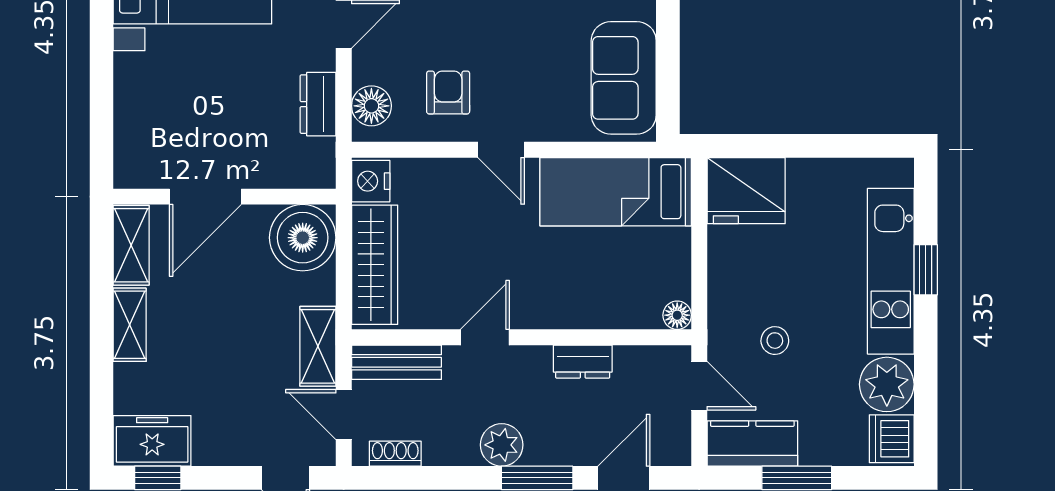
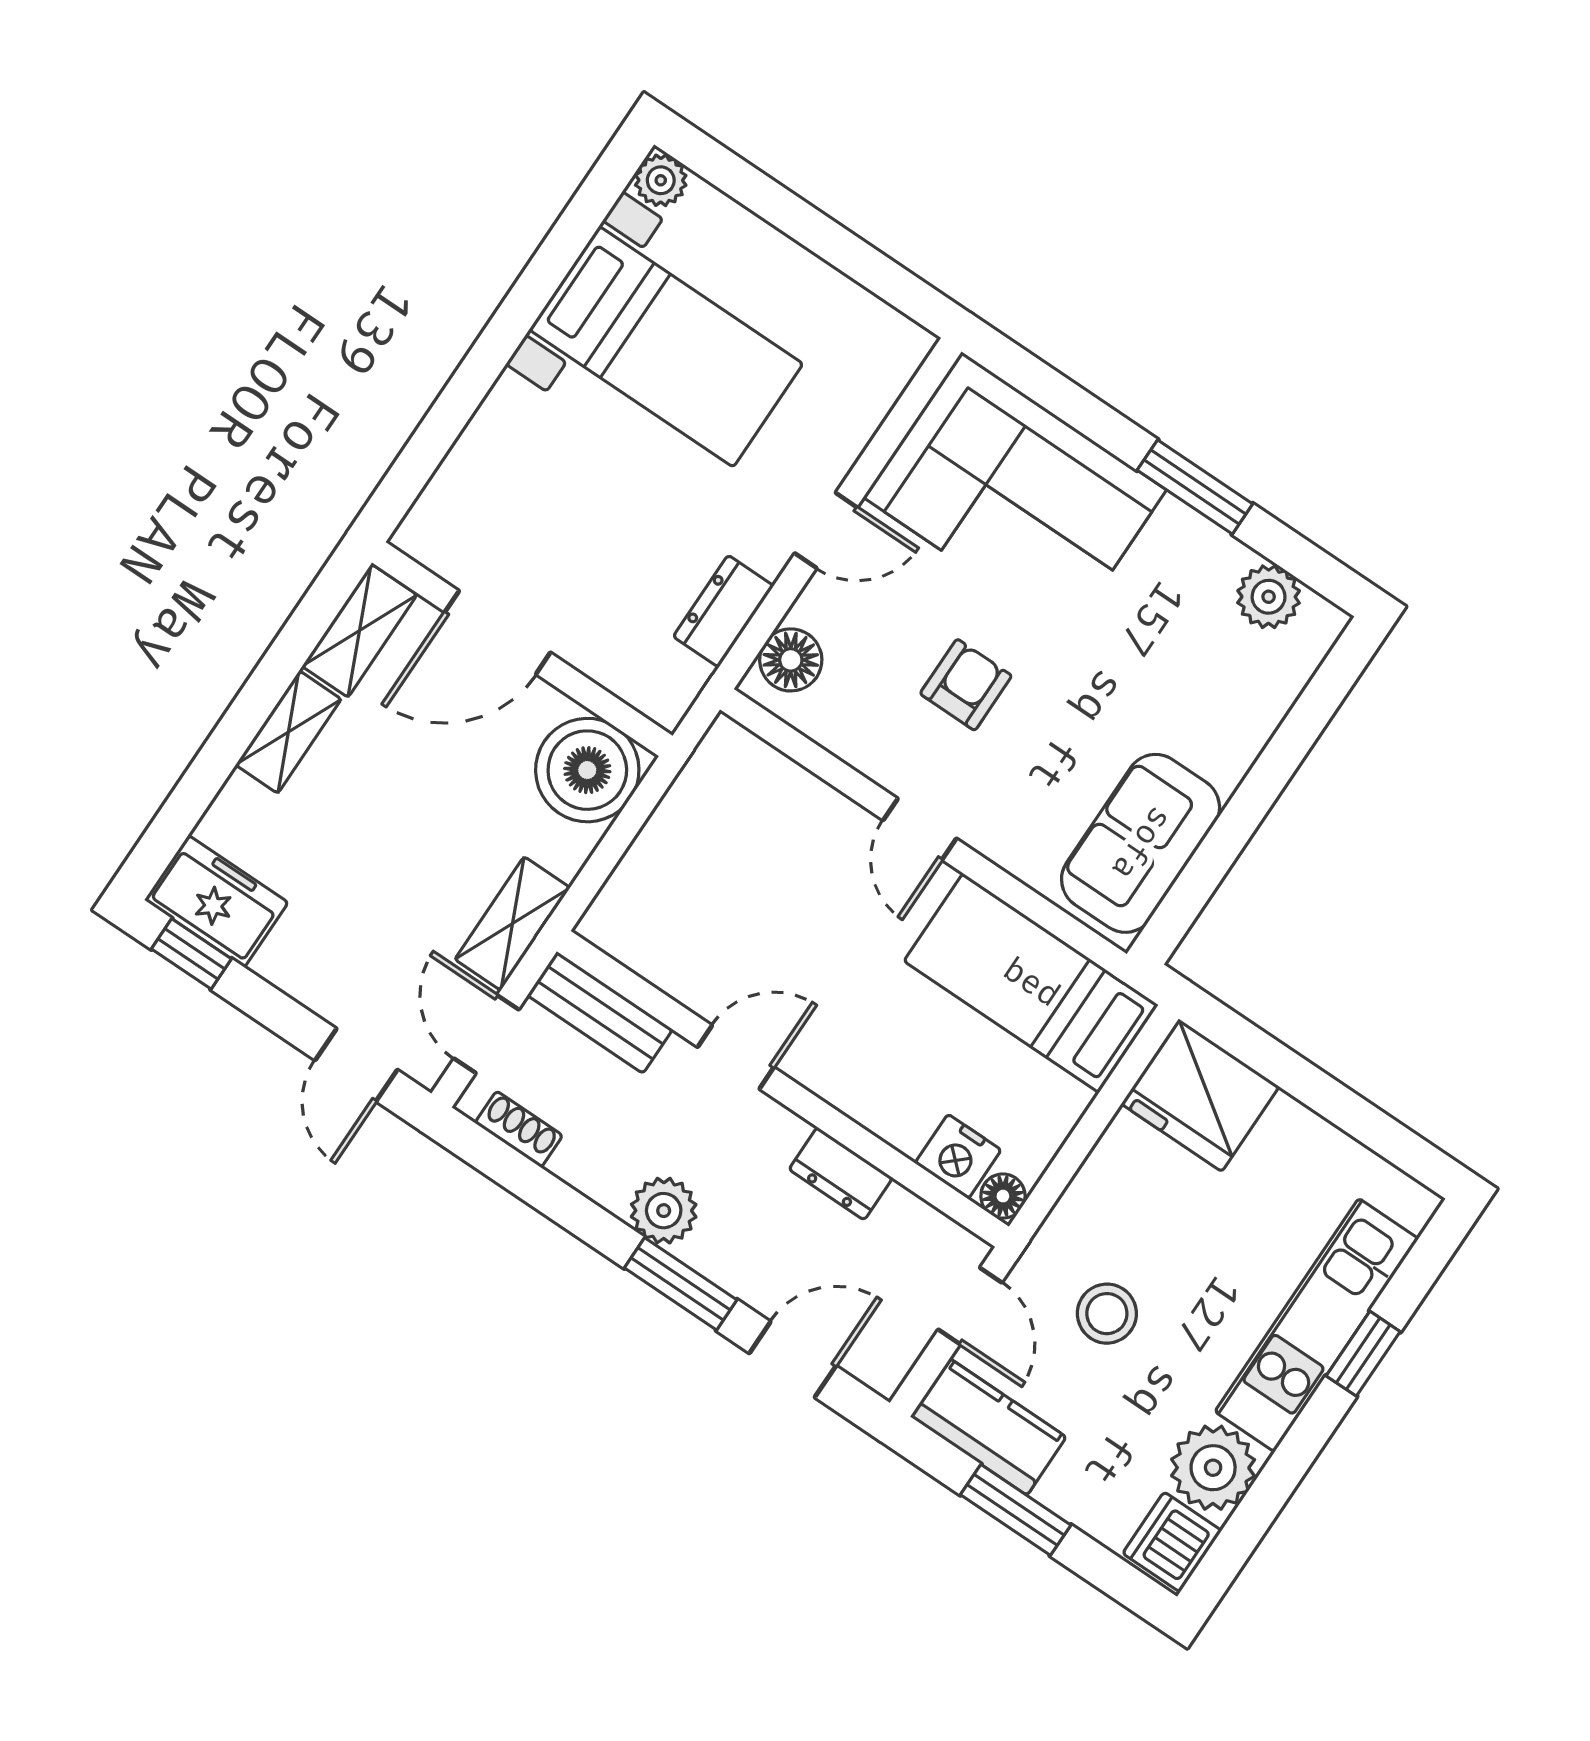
armchair: (448, 92) -> (966, 685), moved
nightstand: (371, 181) -> (958, 1157), moved, turned -90
wardrobe: (375, 265) -> (657, 868), removed
stool: (775, 341) -> (1107, 1314), width x1.37, depth x1.37

